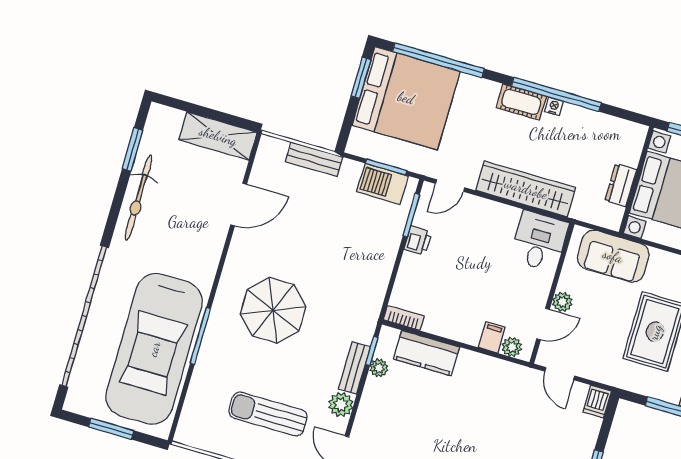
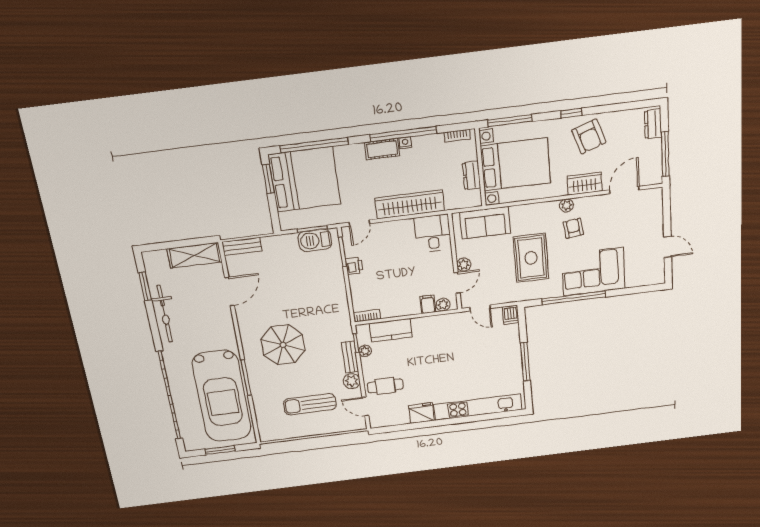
bookcase: (623, 126) -> (457, 136), added
bench: (314, 159) -> (242, 246), moved
cafe table: (383, 432) -> (385, 386), added

